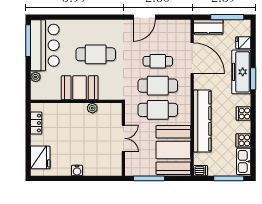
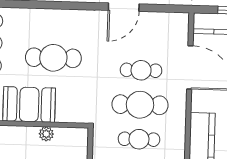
cafe table: (158, 110) -> (139, 139), width x0.73, depth x0.74

